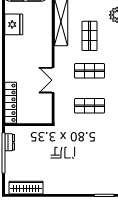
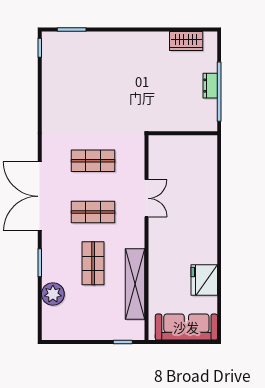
locker: (11, 103) -> (209, 165), removed
dresser: (10, 142) -> (210, 86), moved
wardrobe: (26, 188) -> (186, 41), width x0.67

